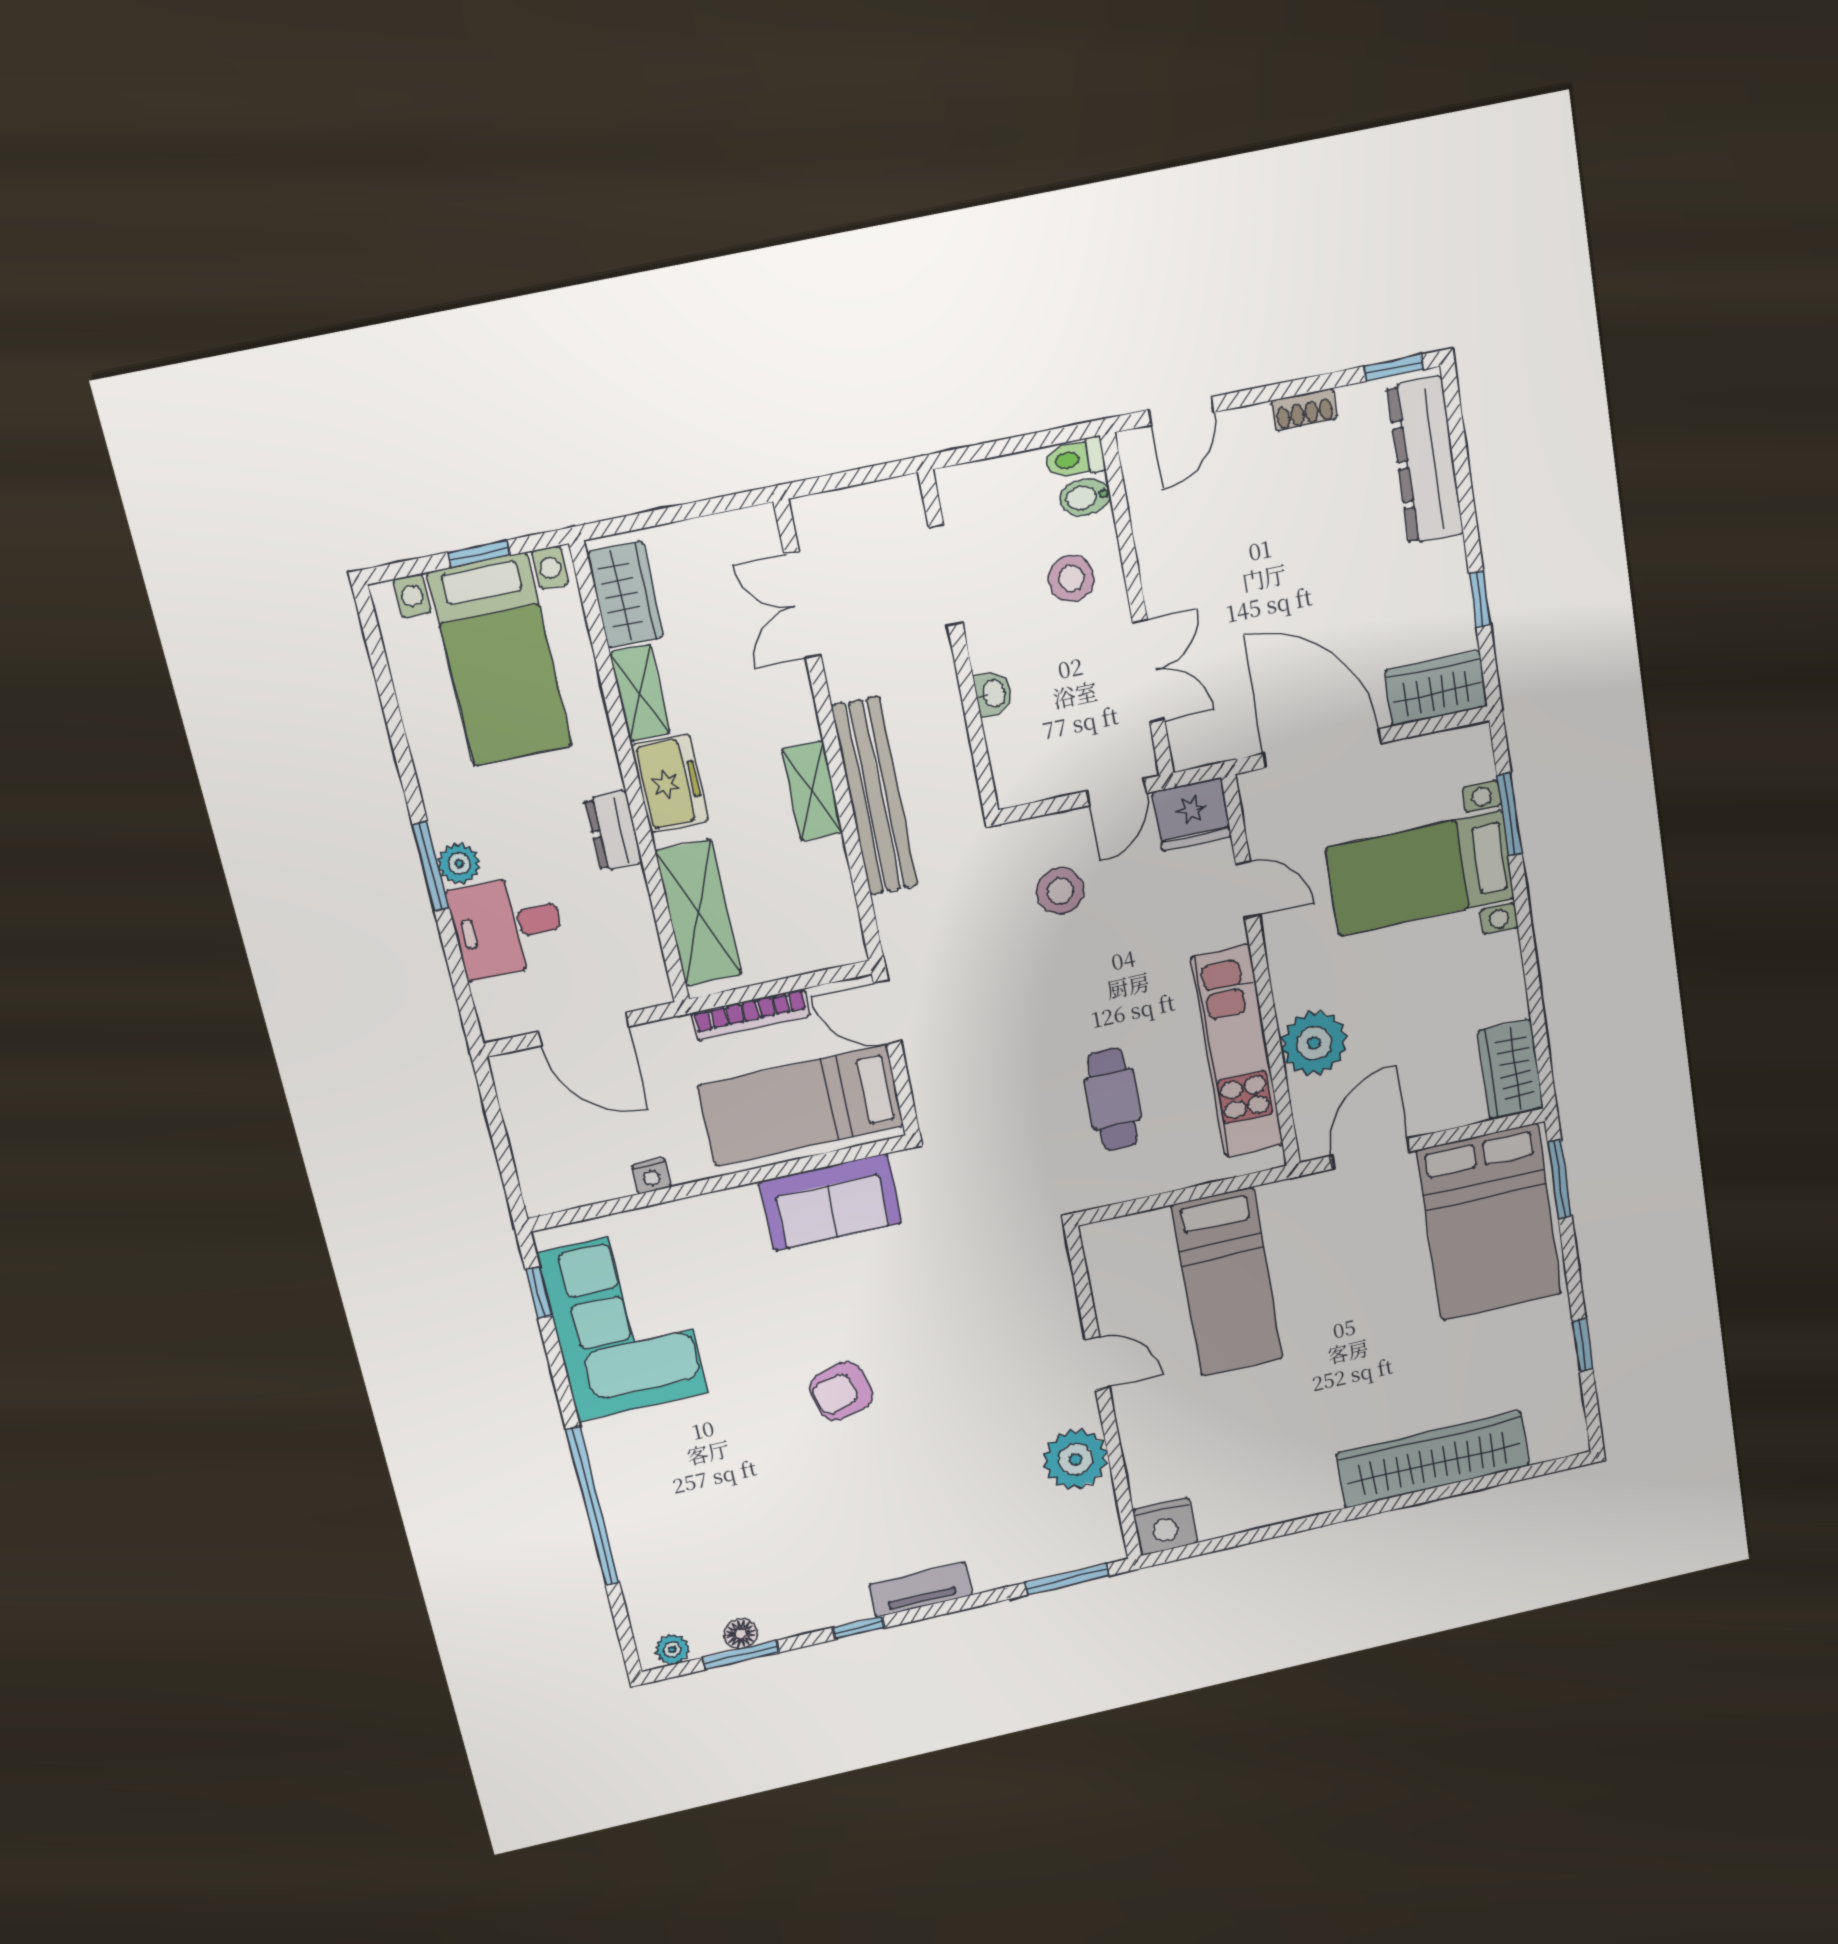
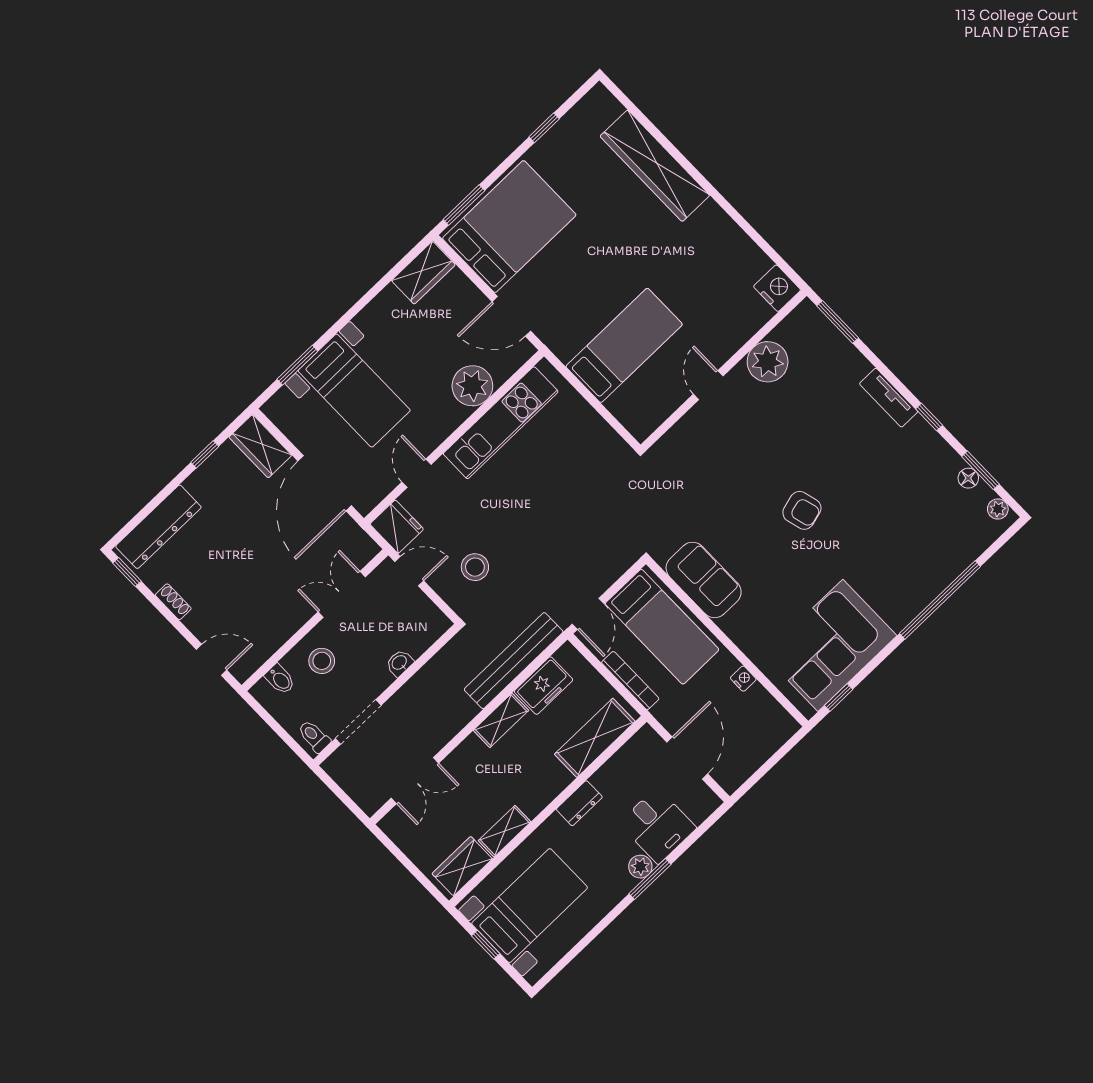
toilet: (1075, 459) -> (314, 736), moved, turned 180
freezer: (670, 784) -> (544, 686), moved, turned 180
bench: (875, 796) -> (514, 661), moved
cafe table: (1113, 1099) -> (564, 470), removed

